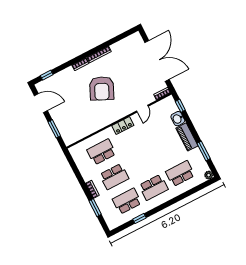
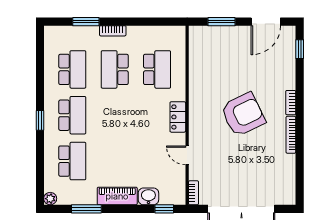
armchair: (102, 88) -> (243, 115), turned 129
school desk: (154, 187) -> (72, 115), turned 180
window: (139, 219) -> (40, 120), moved

